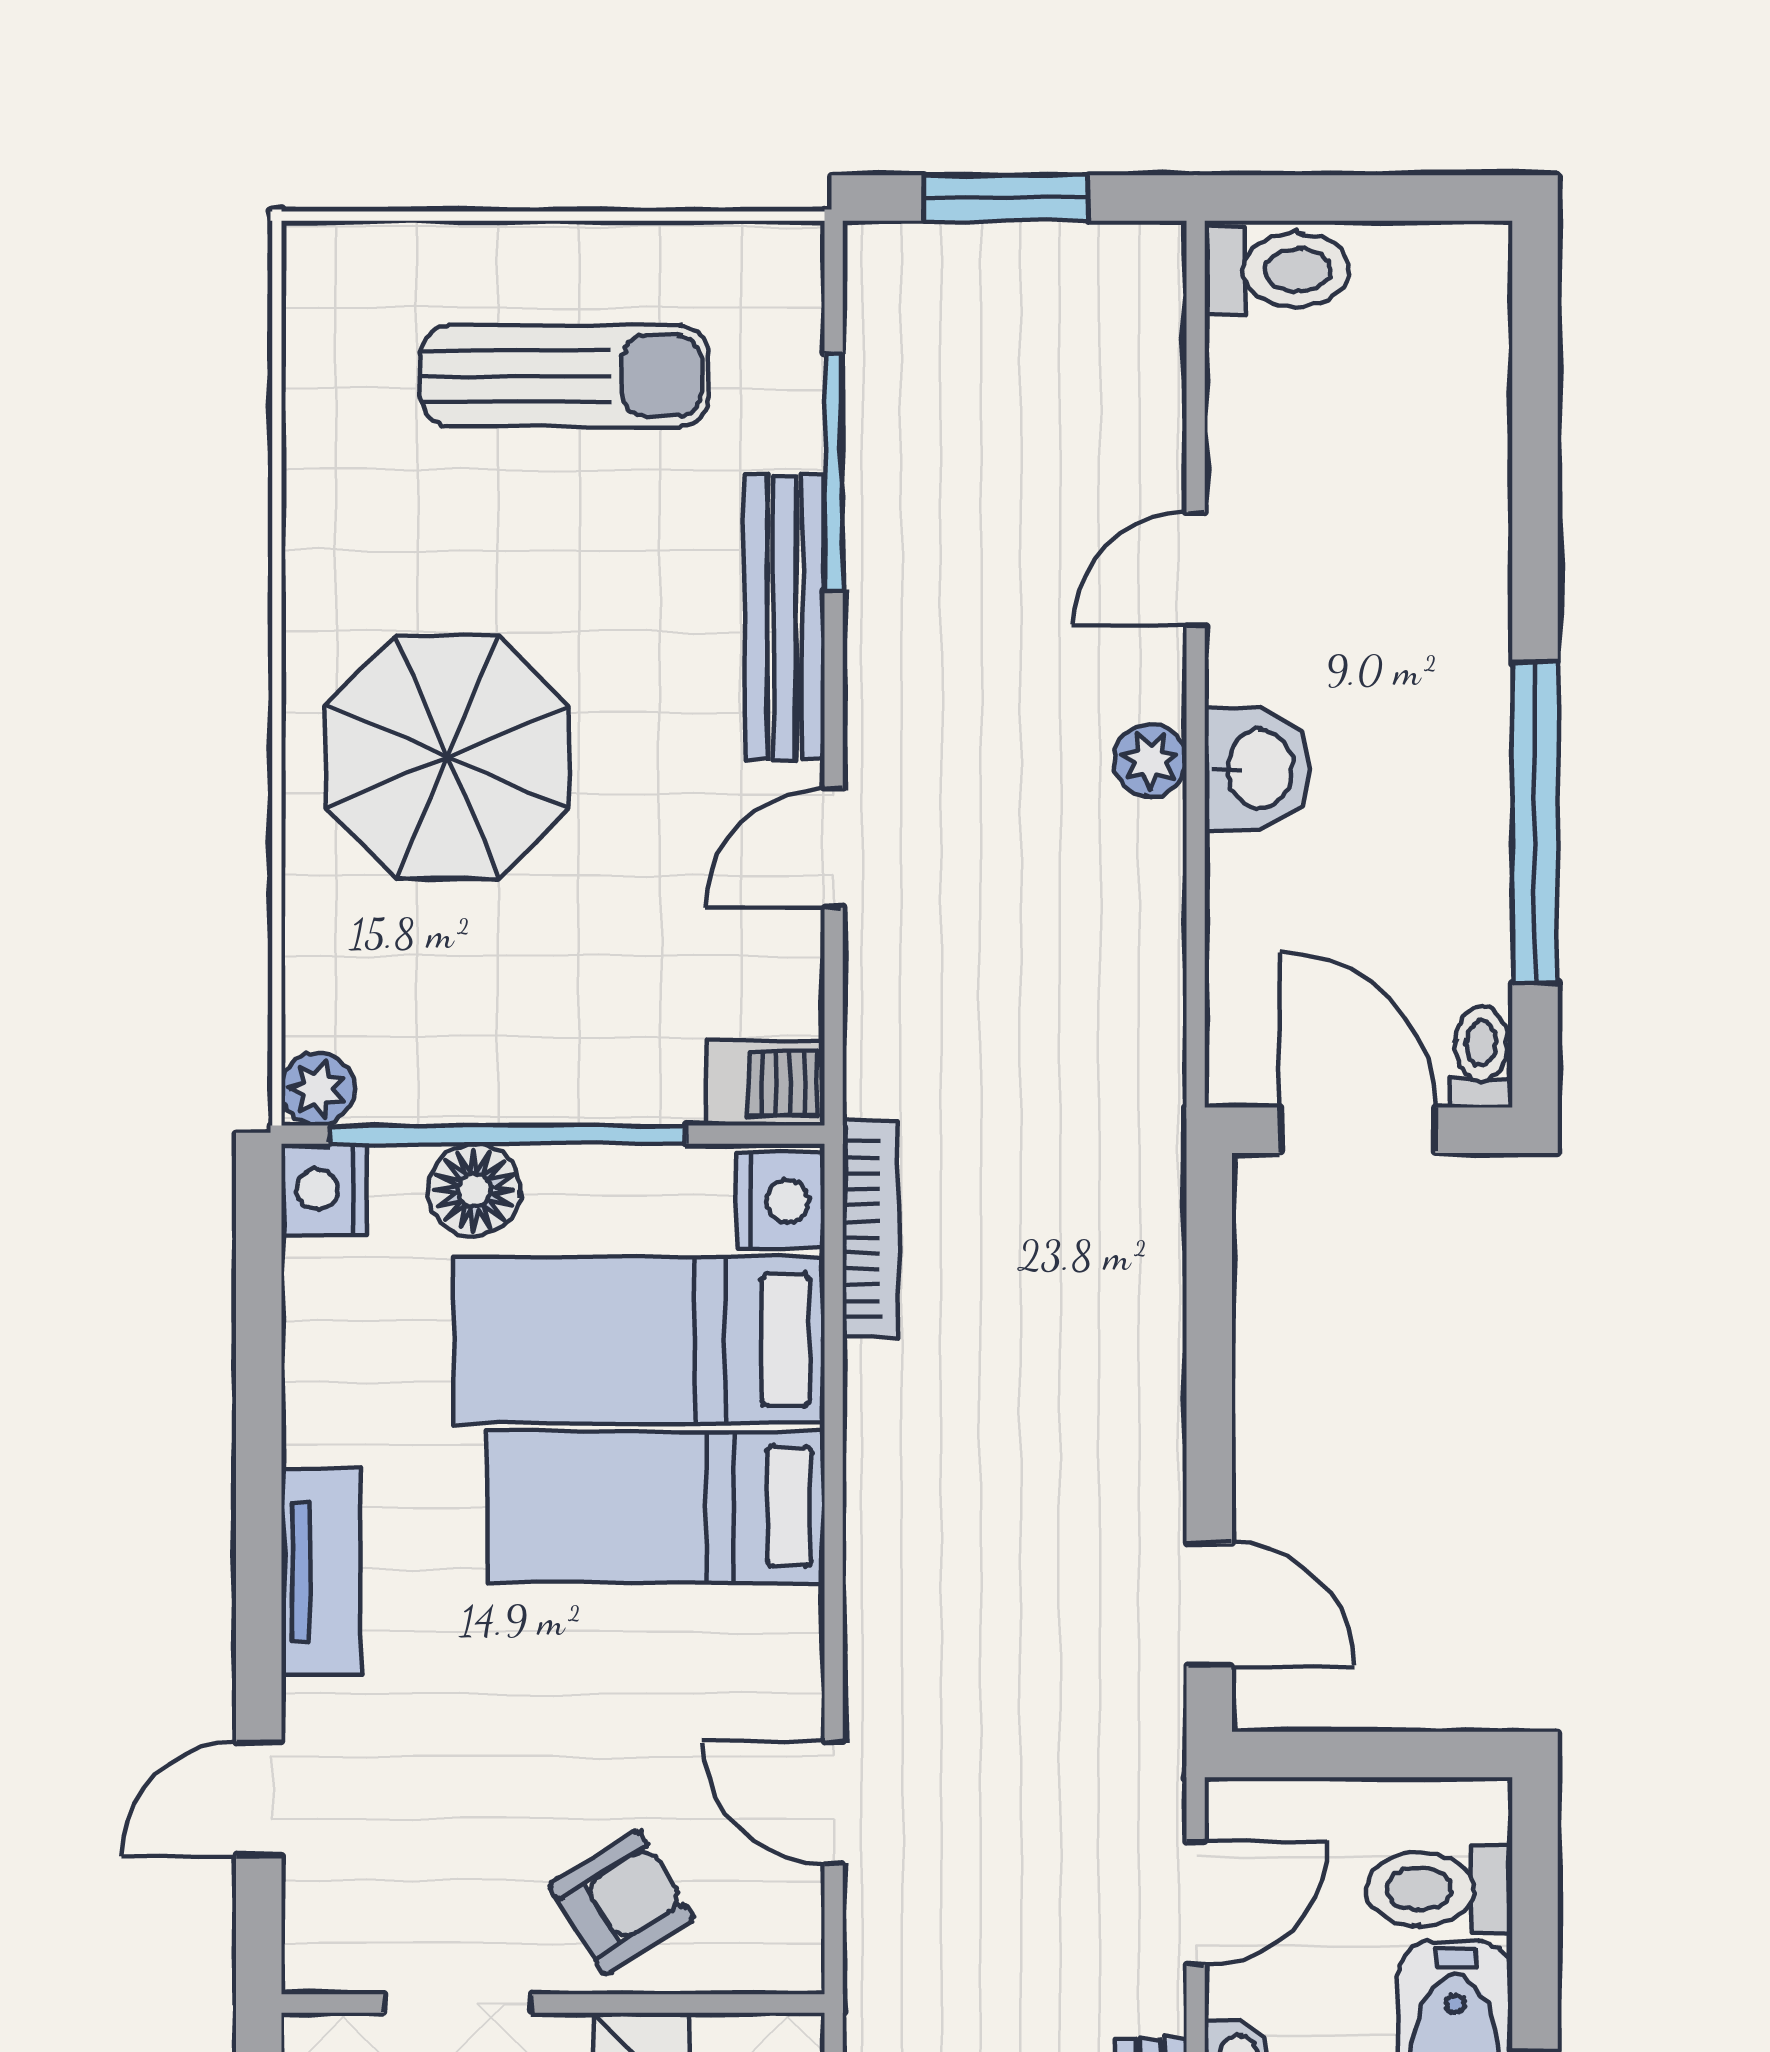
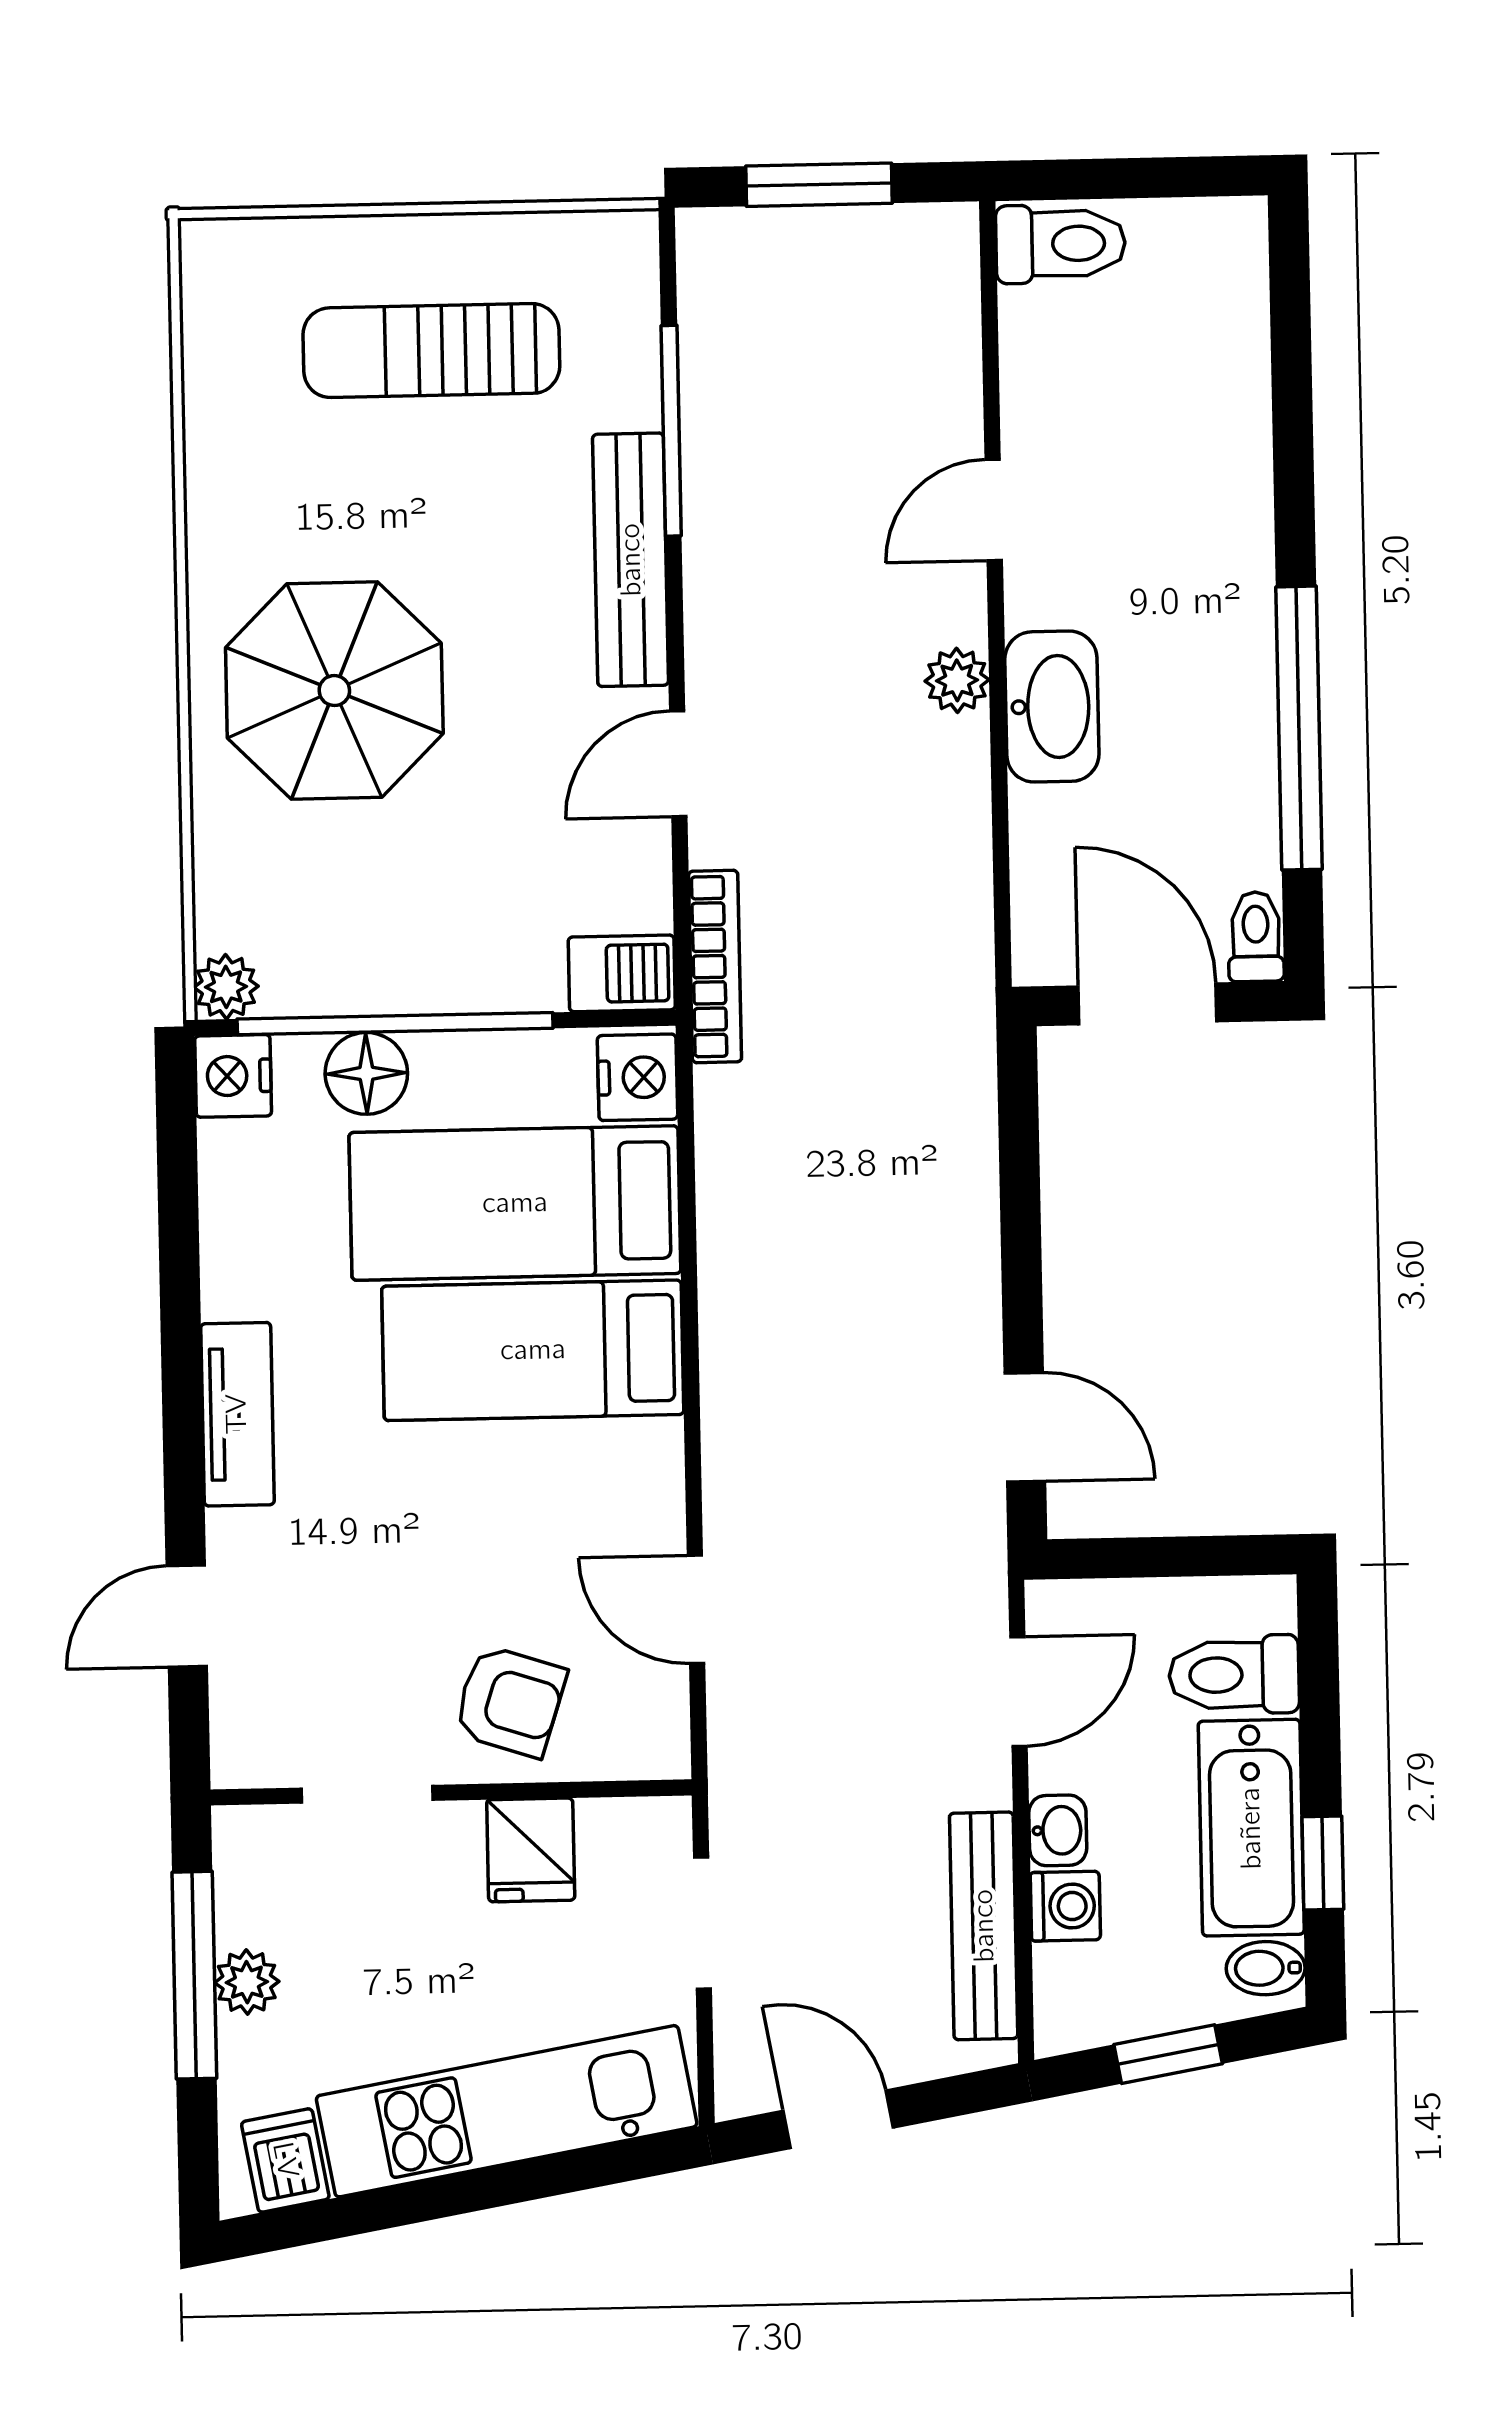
sun lounger: (565, 376) -> (431, 351), turned 180
washbasin: (1257, 769) -> (1052, 707), width x1.38
bookcase: (870, 1229) -> (715, 966), moved
armchair: (621, 1902) -> (510, 1701), turned 50

